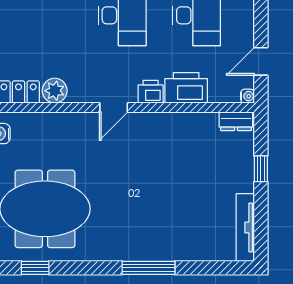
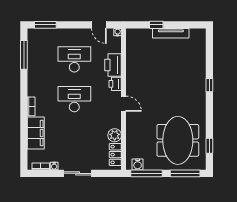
dresser: (236, 121) -> (131, 38), removed
tv unit: (245, 228) -> (171, 33), moved
window: (148, 268) -> (209, 85), width x0.46

